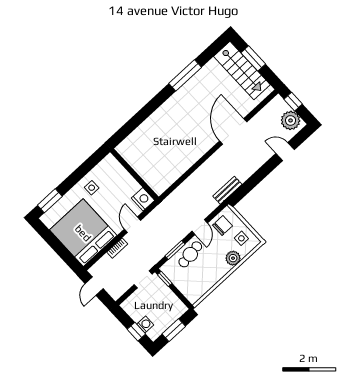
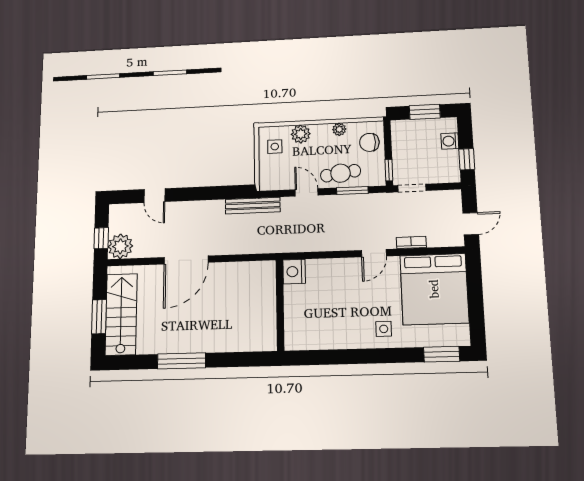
plant: (291, 120) -> (120, 246), moved
wall: (134, 174) -> (280, 305), moved
bench: (227, 190) -> (253, 206), width x1.36
nightstand: (143, 199) -> (294, 272), moved
chair: (222, 226) -> (369, 142), moved
door: (200, 227) -> (307, 192), hinge flipped
plant: (213, 279) -> (339, 129), added
window: (136, 332) -> (467, 159), moved

